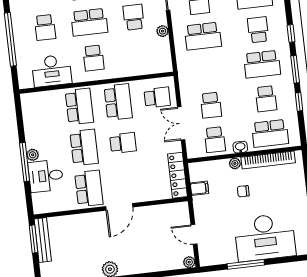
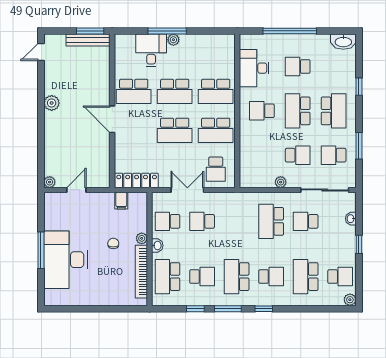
school desk: (266, 99) -> (202, 277), turned 180
school desk: (123, 143) -> (175, 130), width x1.85
window: (246, 264) -> (41, 250), moved

